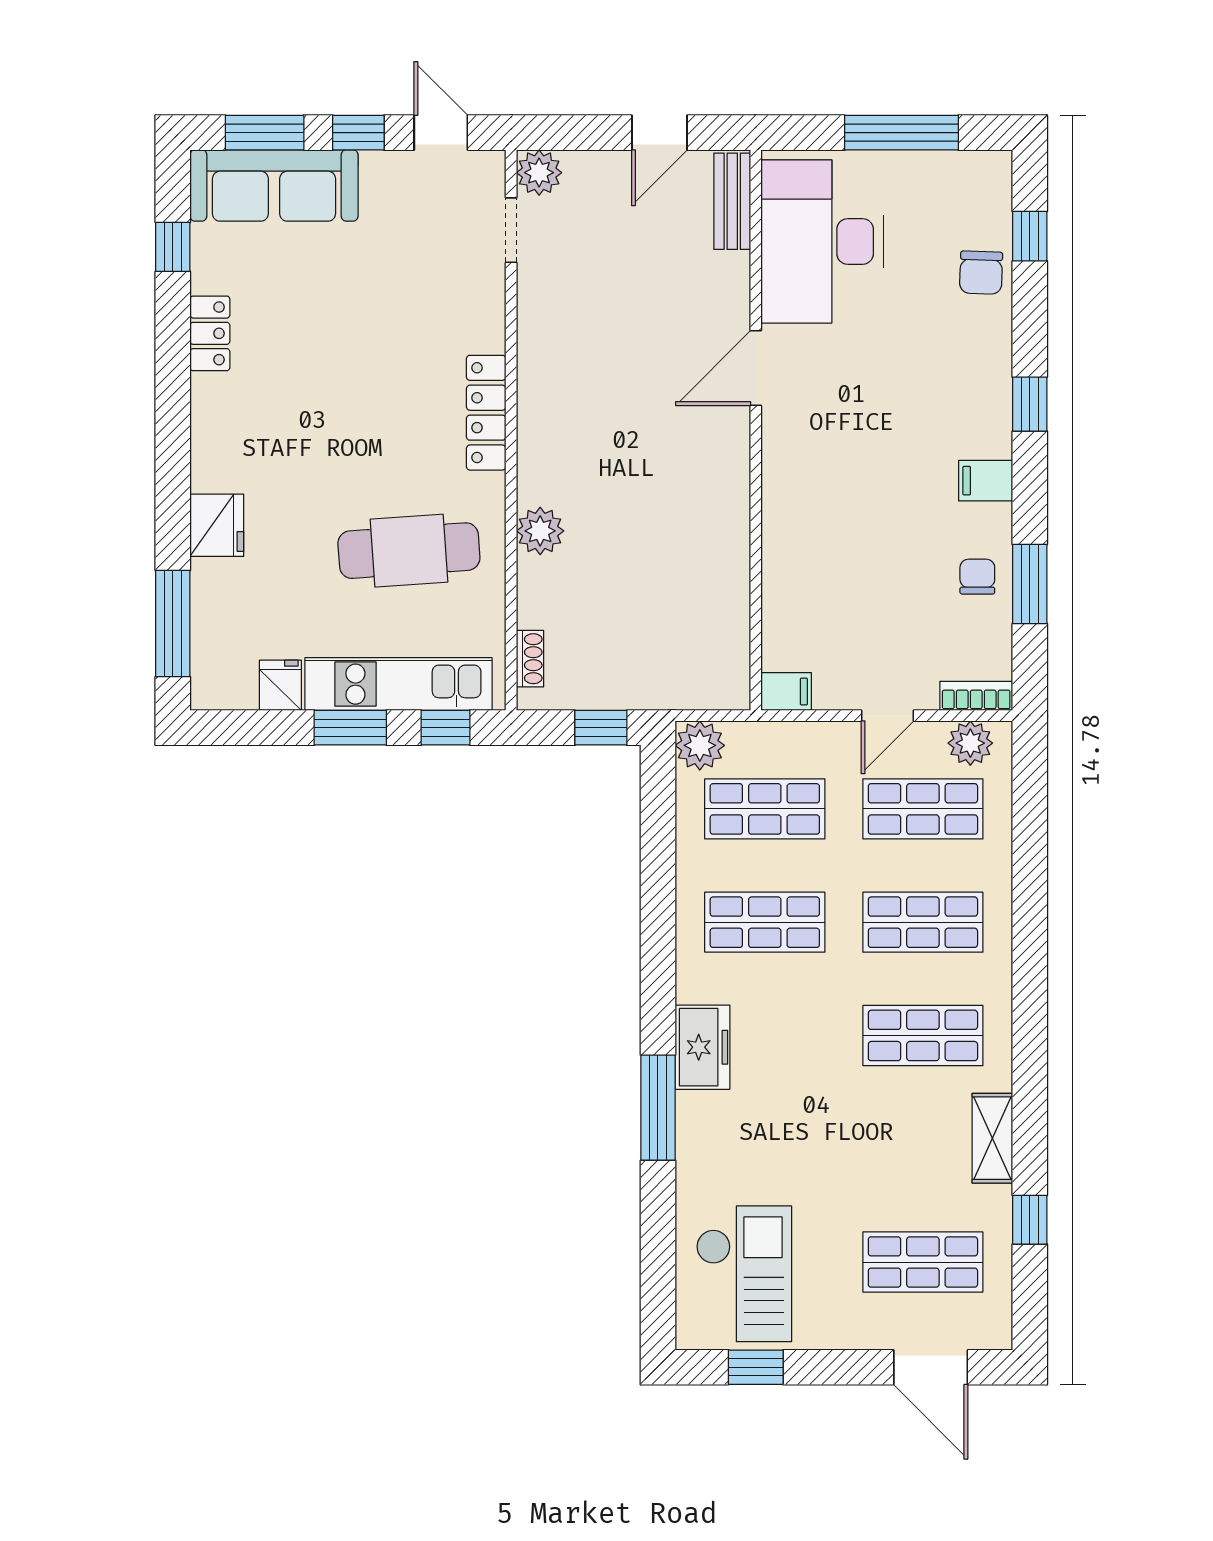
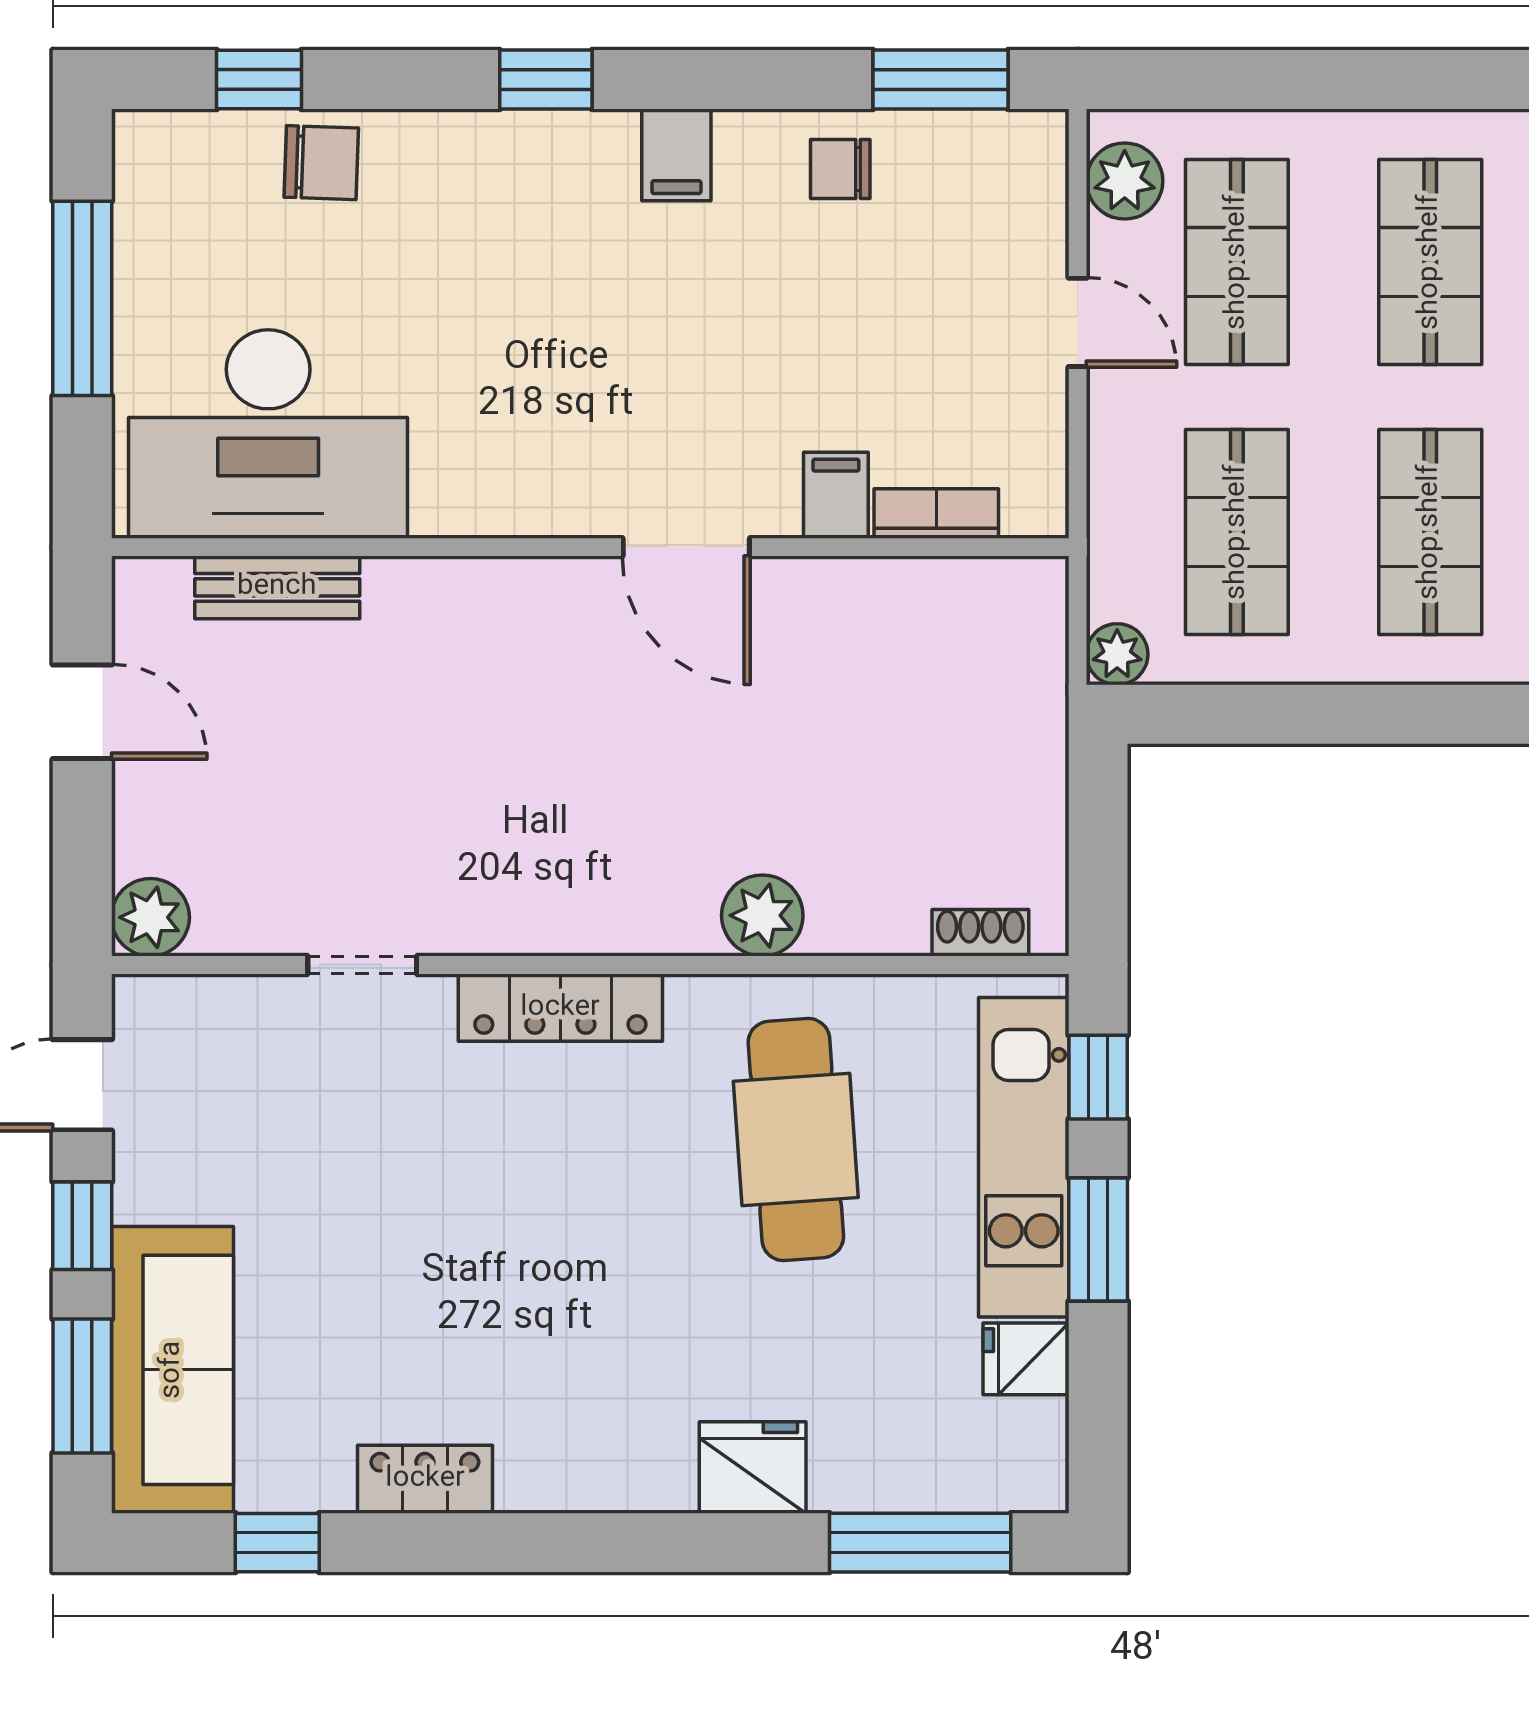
bench: (732, 201) -> (277, 587), moved
doorway: (511, 230) -> (362, 965), moved
door: (756, 368) -> (686, 547), moved
window: (1030, 584) -> (941, 80), moved
filing cabinet: (786, 692) -> (836, 495), moved
bookcase: (976, 696) -> (936, 514), moved, turned 90
window: (601, 728) -> (1098, 812), removed
plant: (700, 745) -> (1117, 654), width x0.73, depth x0.73

